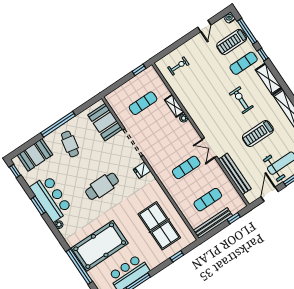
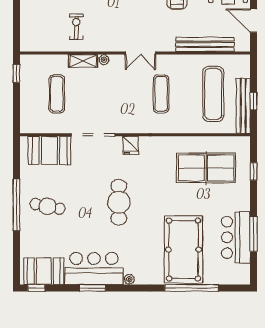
exercise bike: (178, 66) -> (76, 27), moved
double door: (210, 148) -> (140, 53), moved
booth: (35, 155) -> (44, 271), moved, turned 90
exercise mat: (208, 200) -> (213, 94), width x1.36, depth x1.45
window: (234, 218) -> (254, 101), moved

